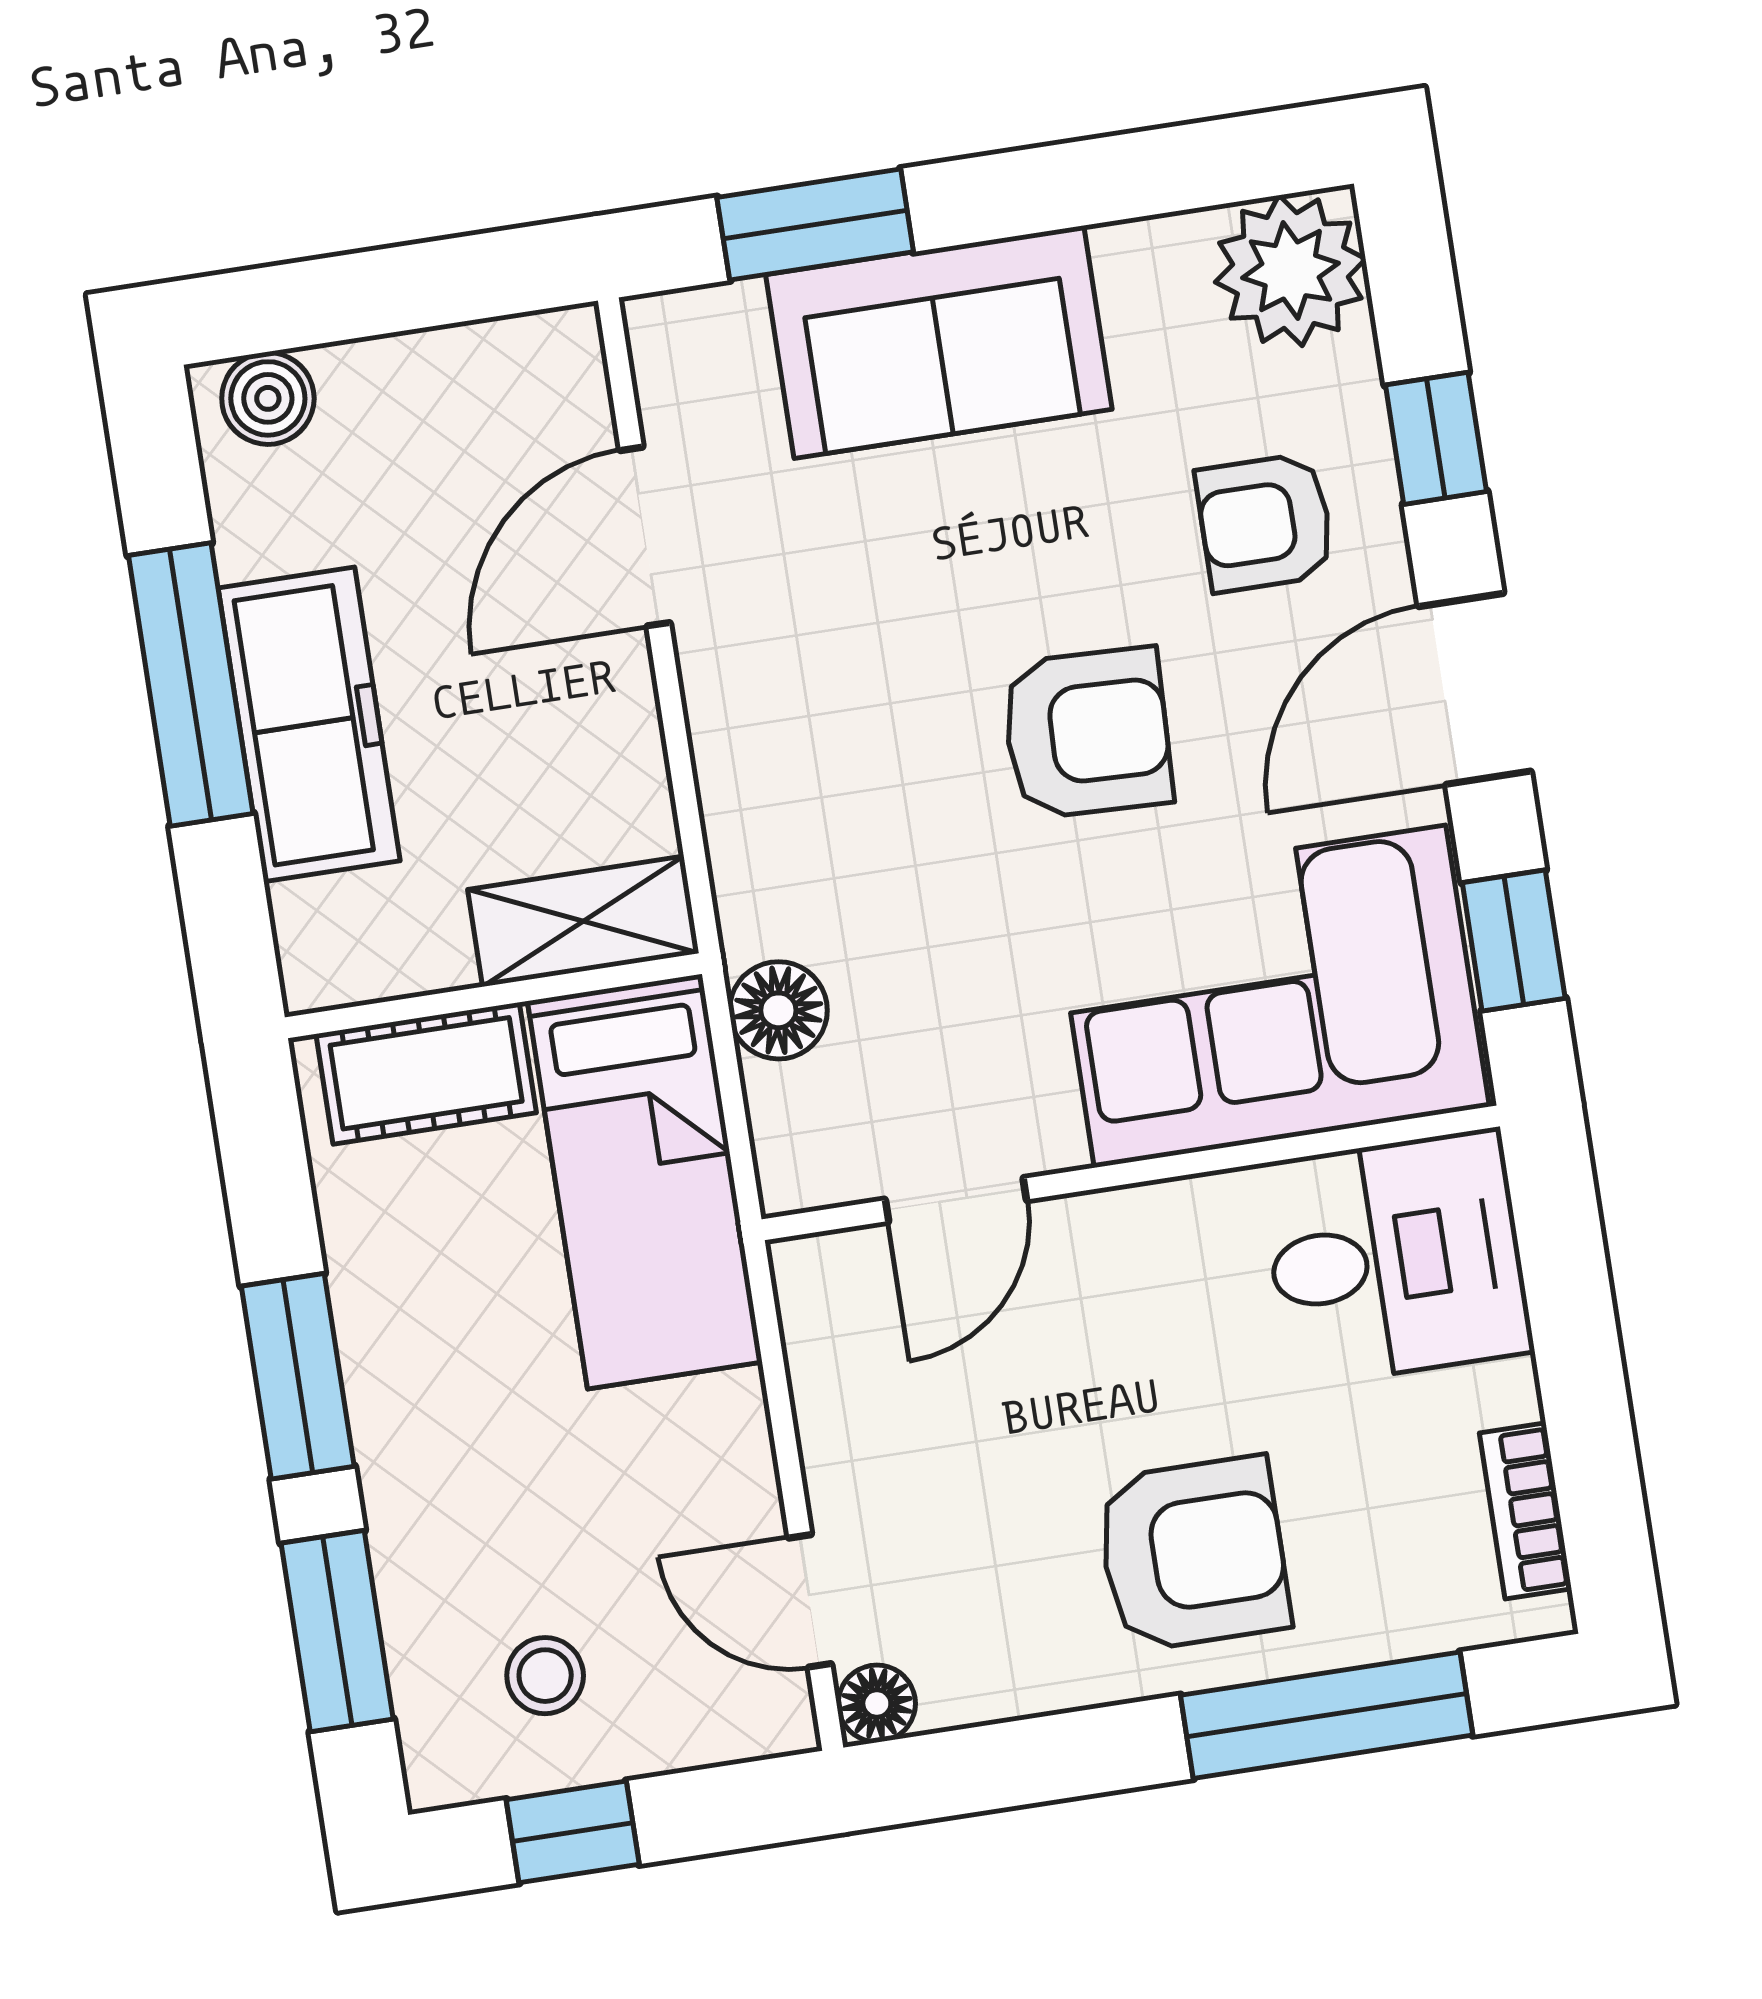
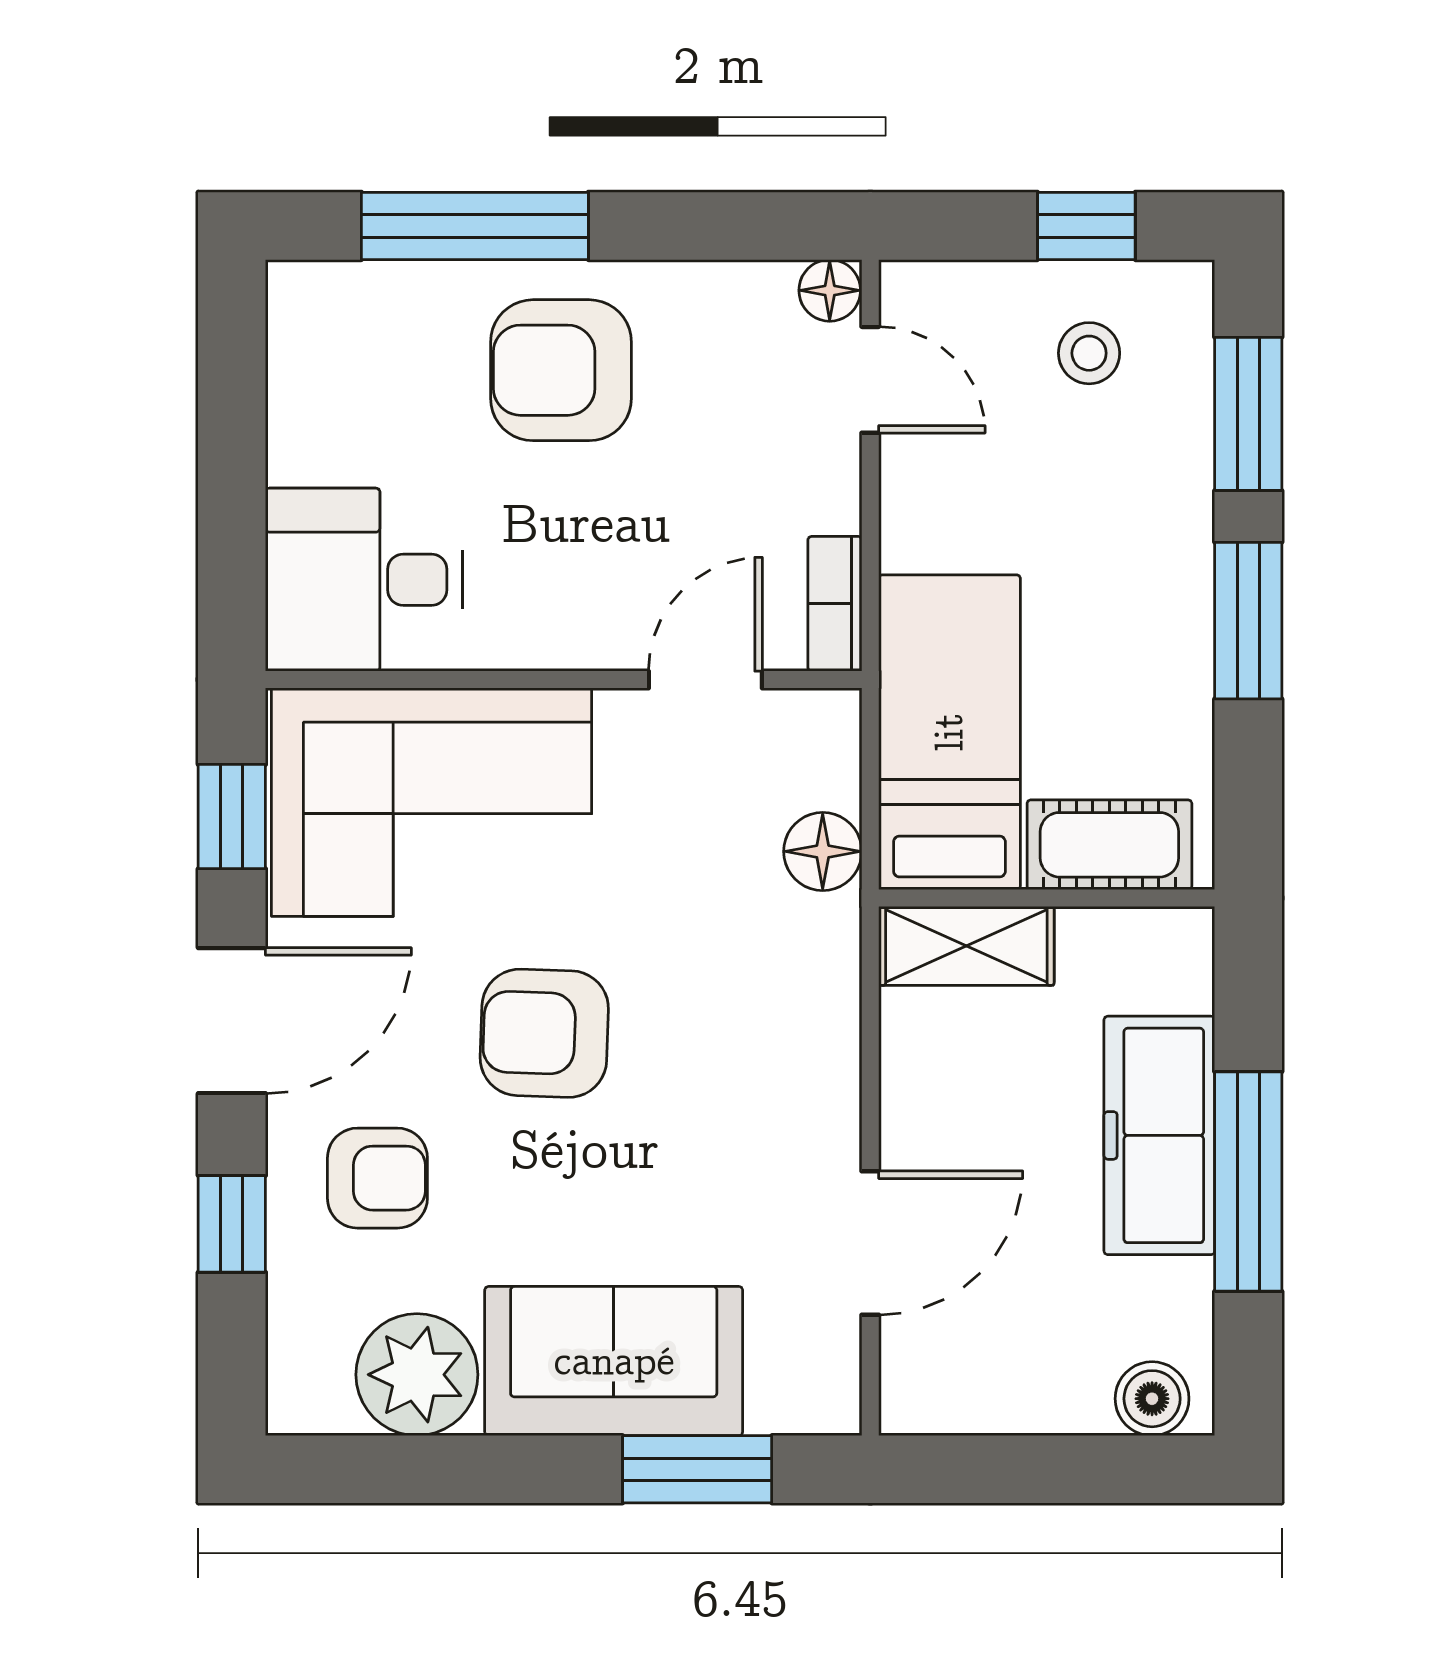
plant: (1290, 271) -> (417, 1375), moved
bookcase: (1526, 1511) -> (835, 604), moved, turned 180

